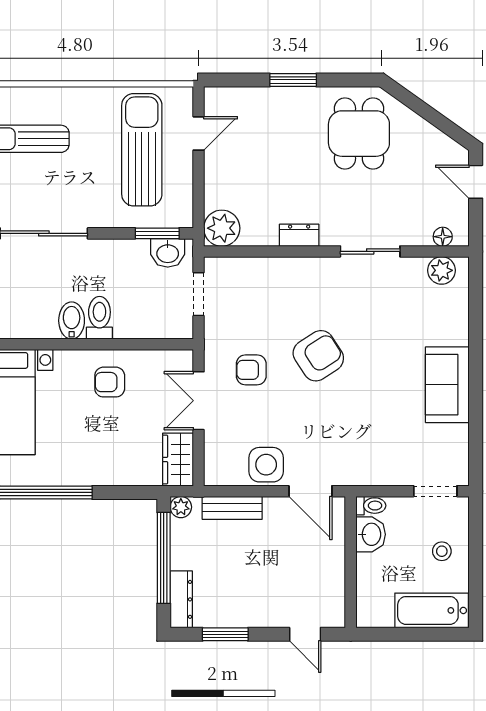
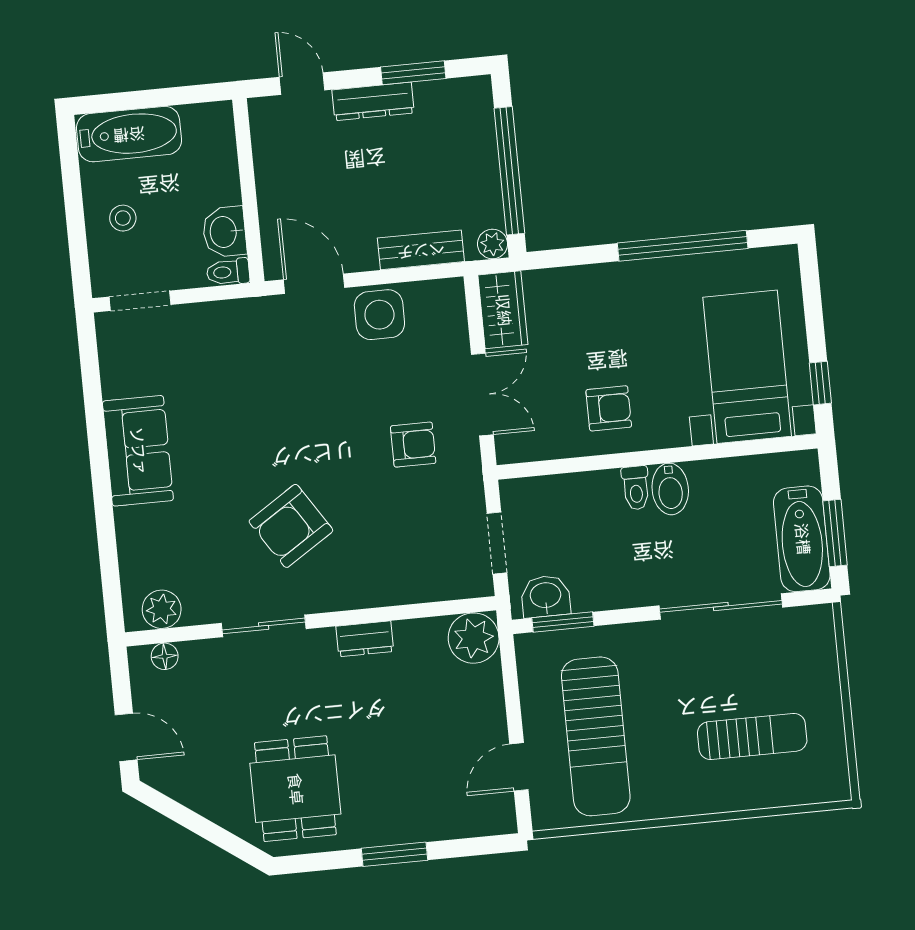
toilet: (99, 318) -> (636, 488), width x0.73, depth x0.72
armchair: (318, 356) -> (291, 526), moved
dresser: (181, 599) -> (373, 101), moved, turned -90

